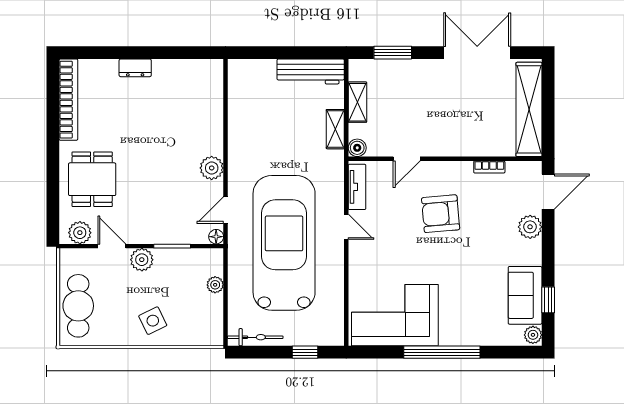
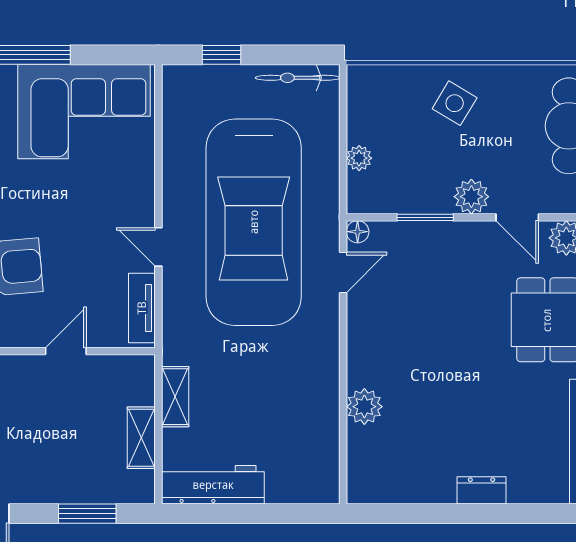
boiler: (357, 148) -> (142, 368), removed
plant: (212, 168) -> (364, 407), moved
side table: (153, 321) -> (455, 103), turned -33

